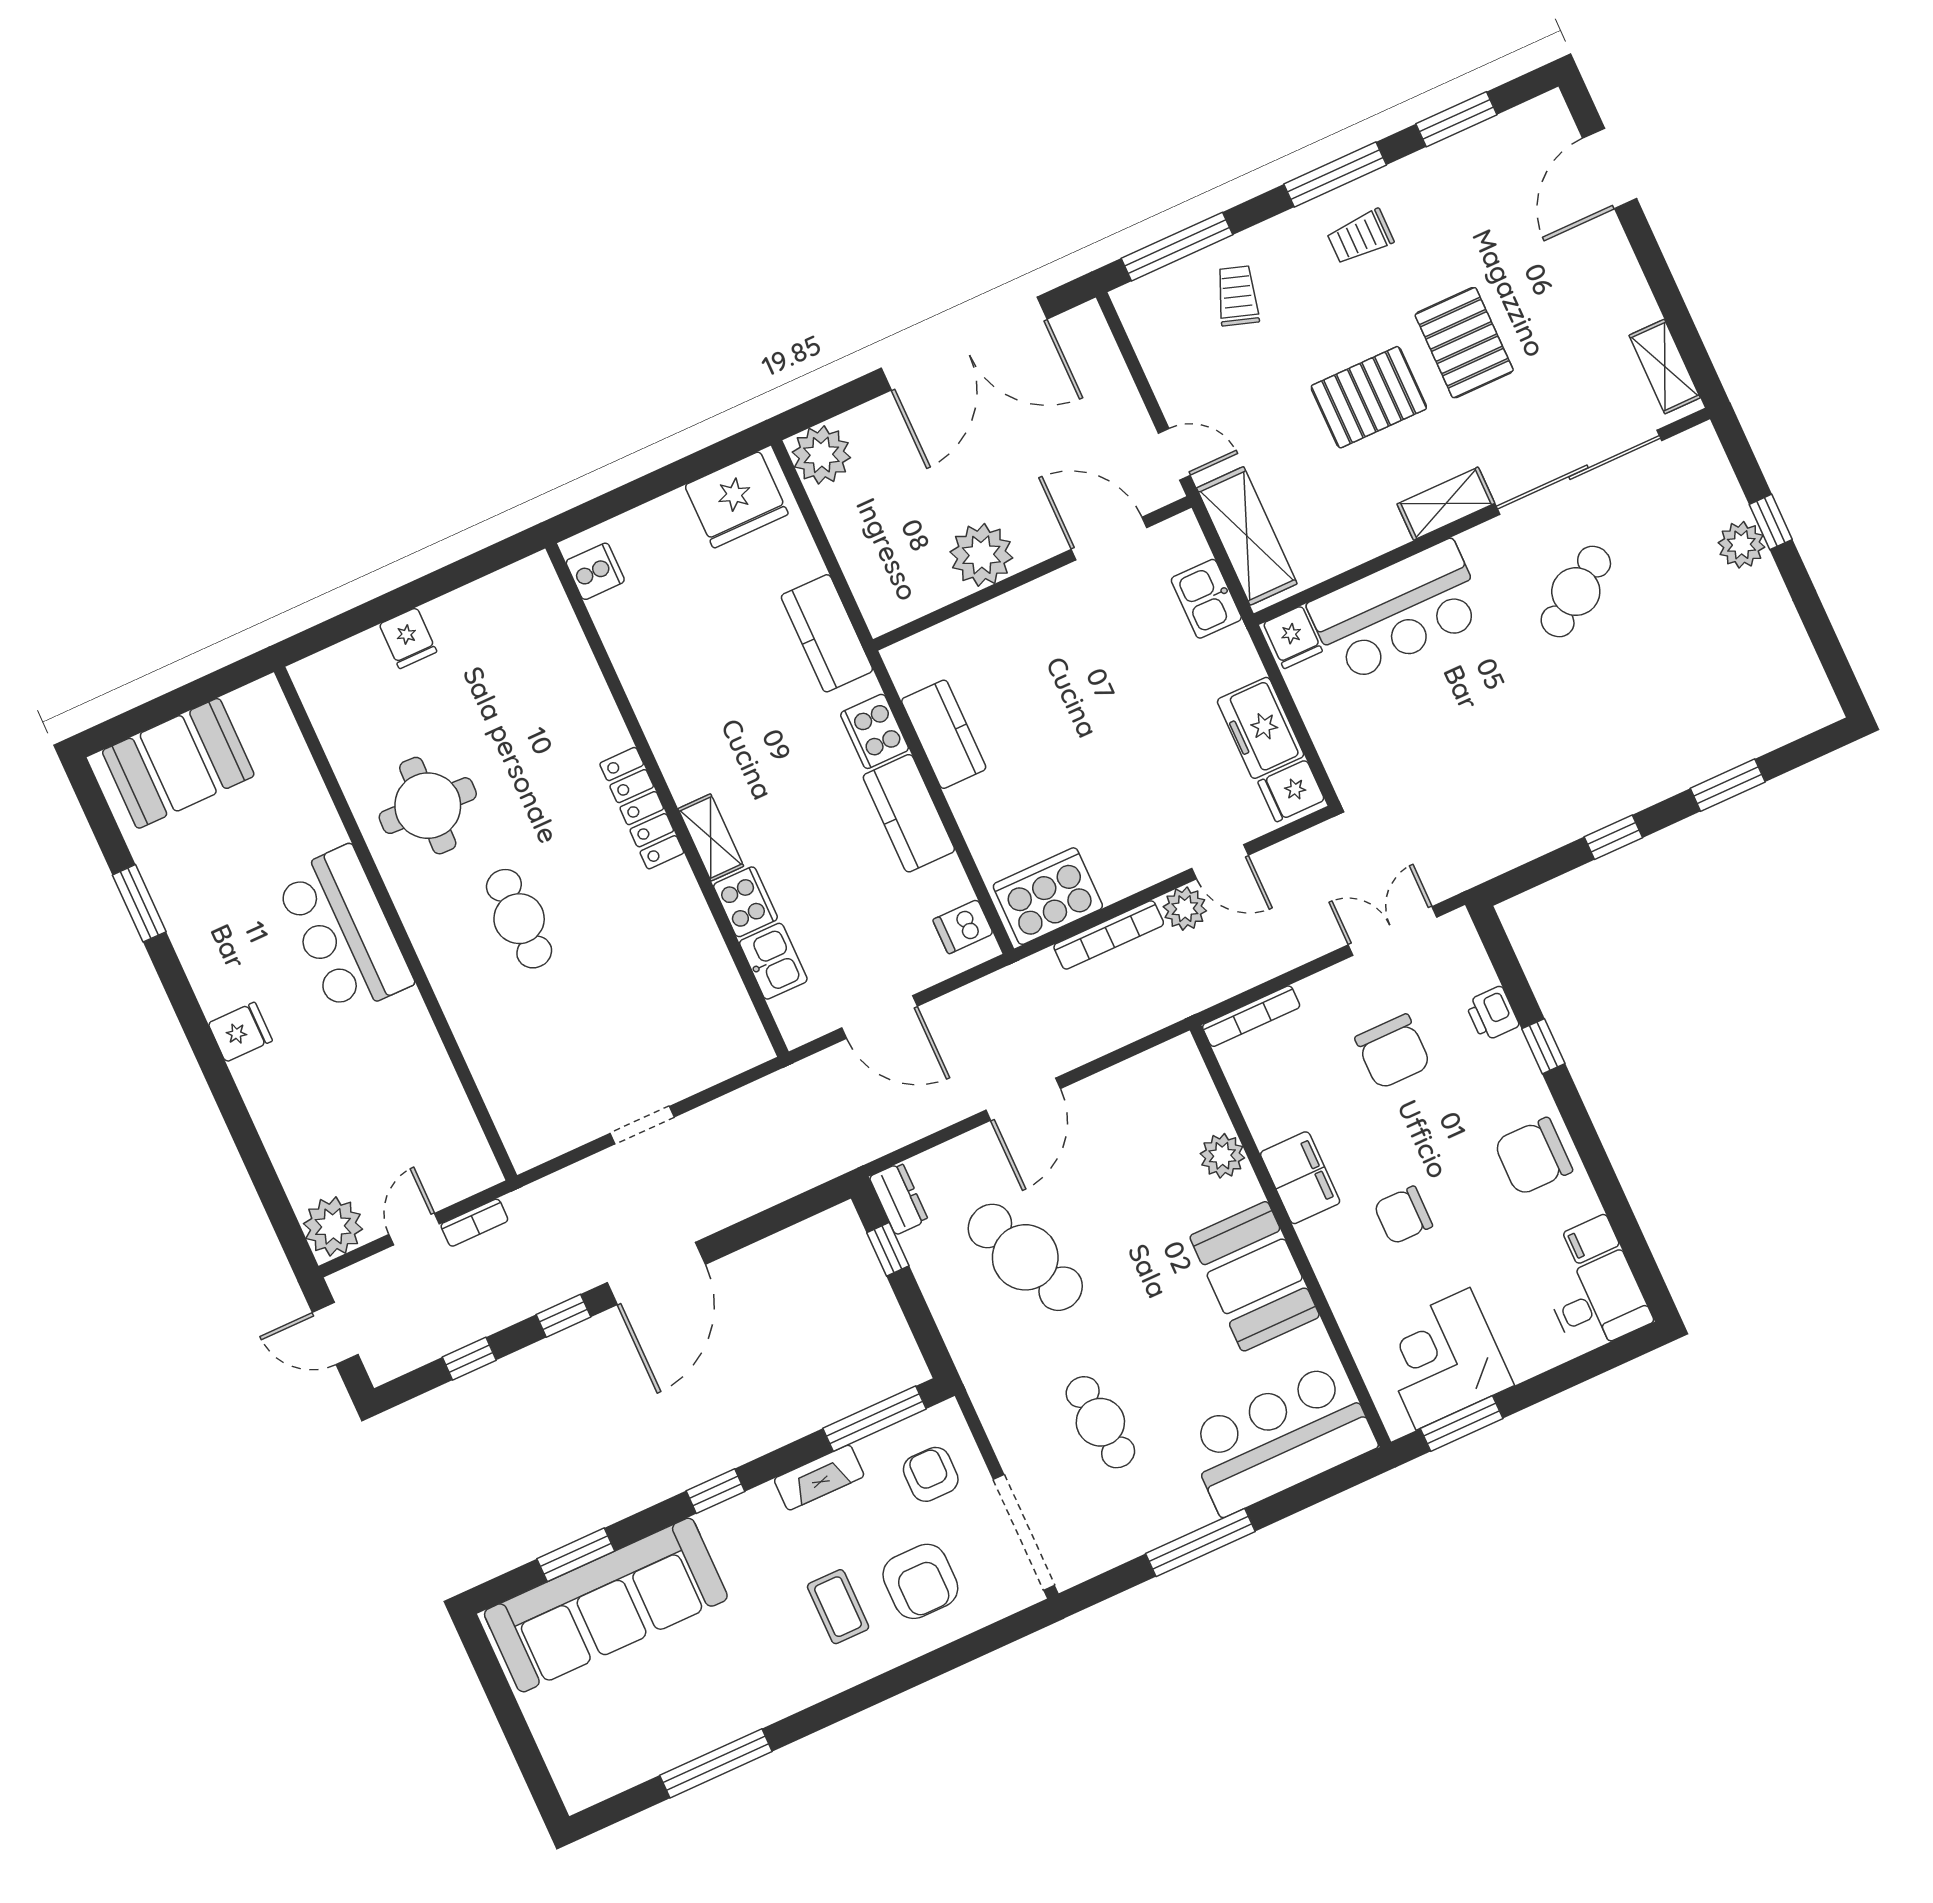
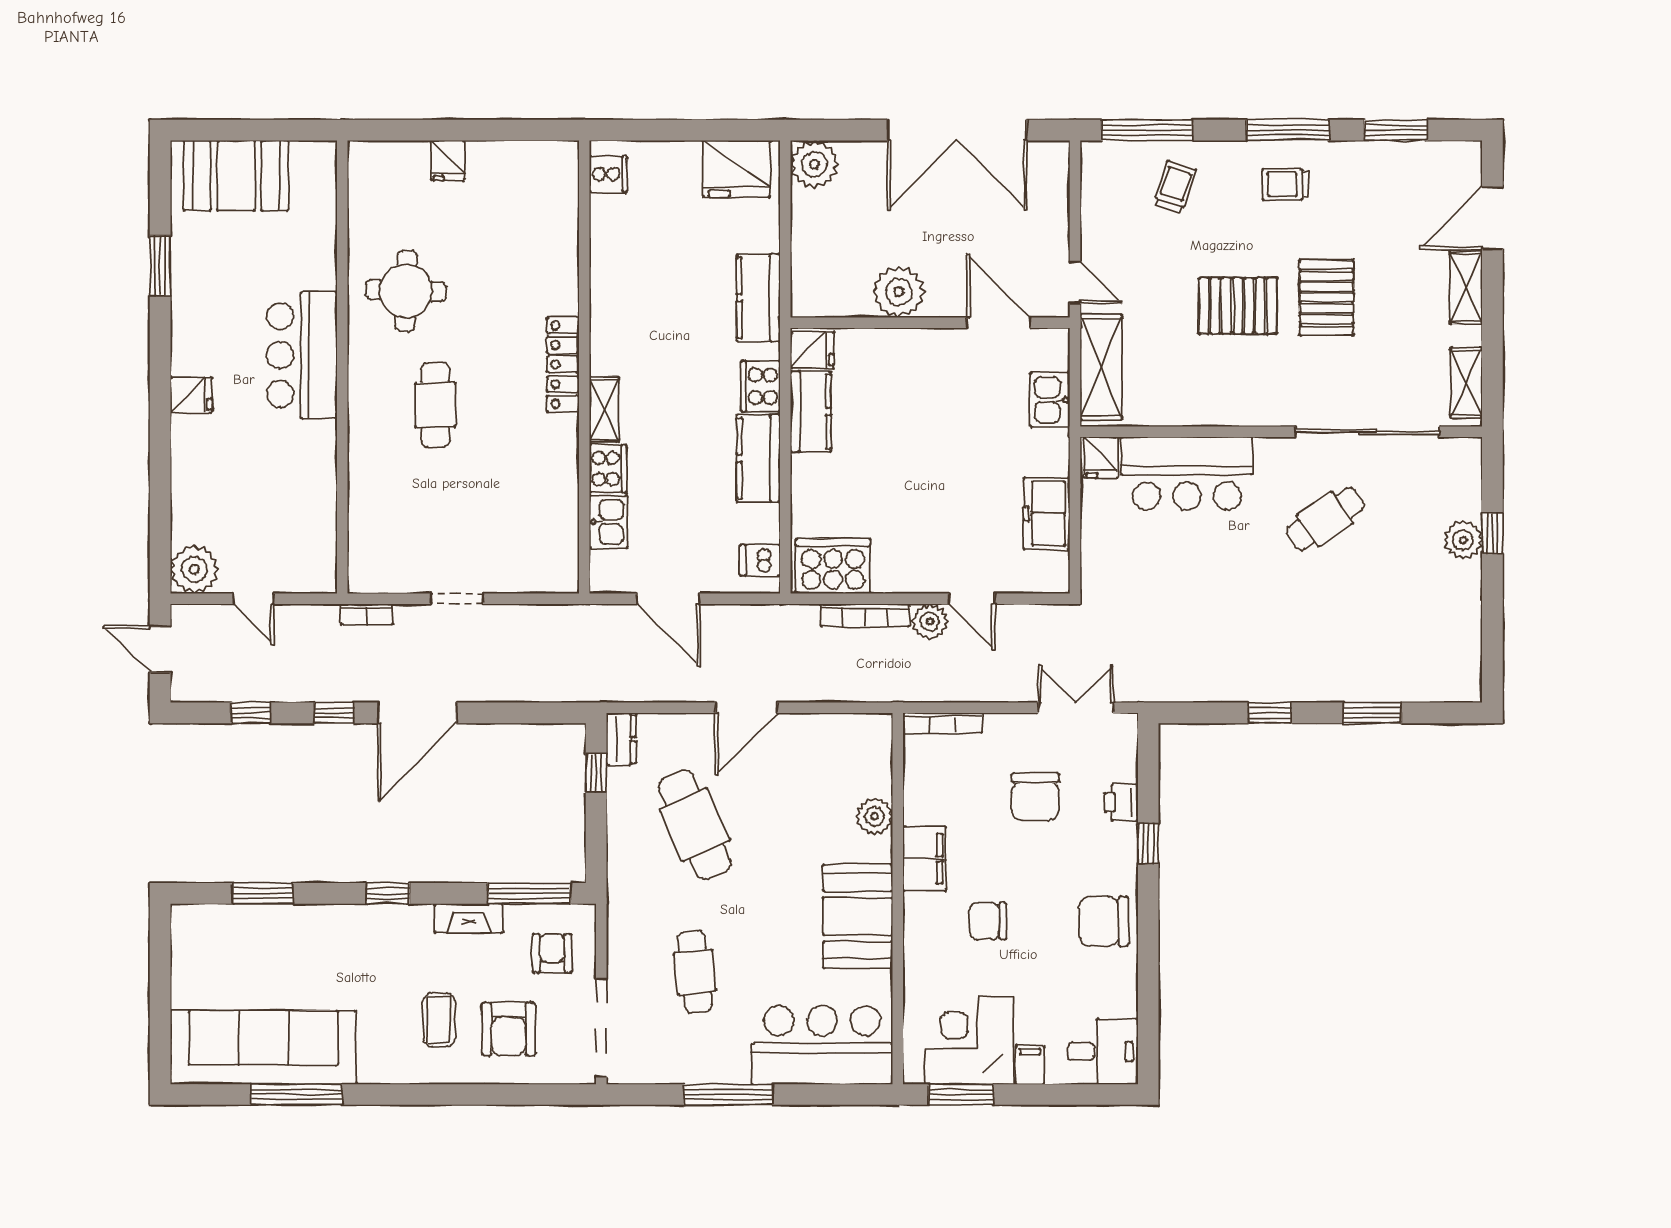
shelving: (1446, 504) -> (1466, 288), moved, turned 90
fridge: (1291, 791) -> (812, 350), moved, turned 180
bookcase: (474, 1223) -> (367, 614), moved
door: (414, 1229) -> (253, 599), swing flipped
filing cabinet: (1591, 1239) -> (1030, 1065), moved, turned 90
sofa: (606, 1605) -> (263, 1047), moved, turned 180

